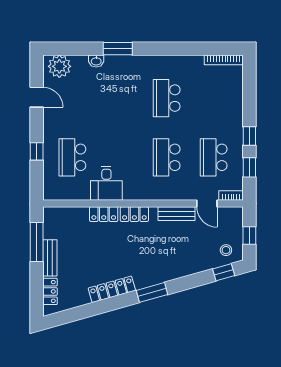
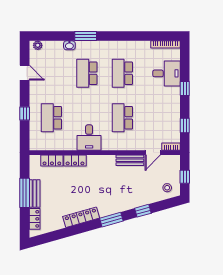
plant: (59, 66) -> (38, 45), width x0.53, depth x0.53
desk: (225, 98) -> (166, 73), added
window: (249, 136) -> (185, 89), moved
school desk: (214, 157) -> (87, 73), moved
desk: (106, 183) -> (89, 137), moved
door: (207, 204) -> (153, 153), hinge flipped
locker: (134, 214) -> (52, 161), moved
window: (37, 242) -> (25, 193), moved
window: (224, 272) -> (143, 211), moved

